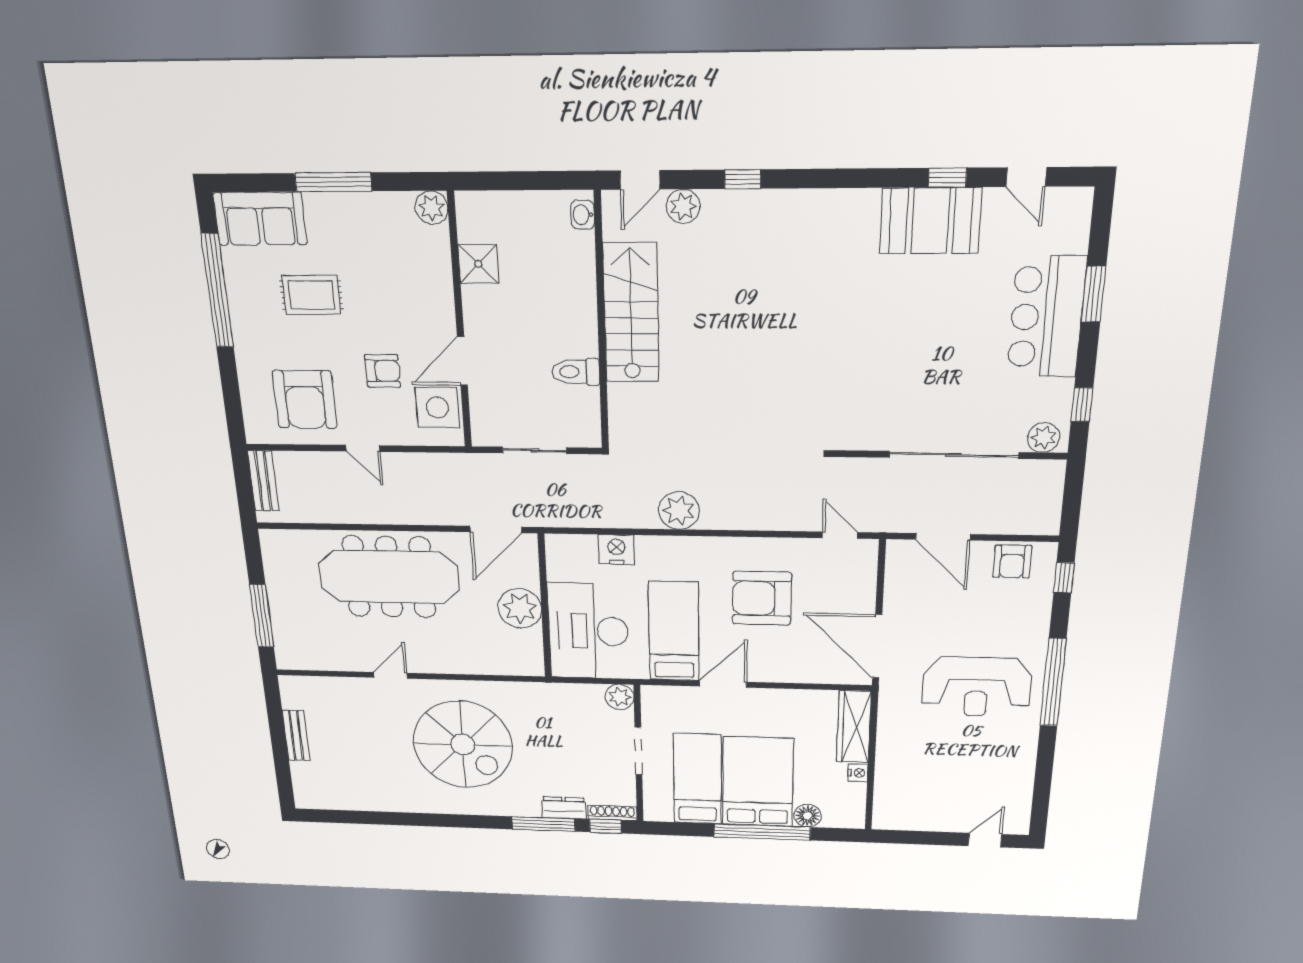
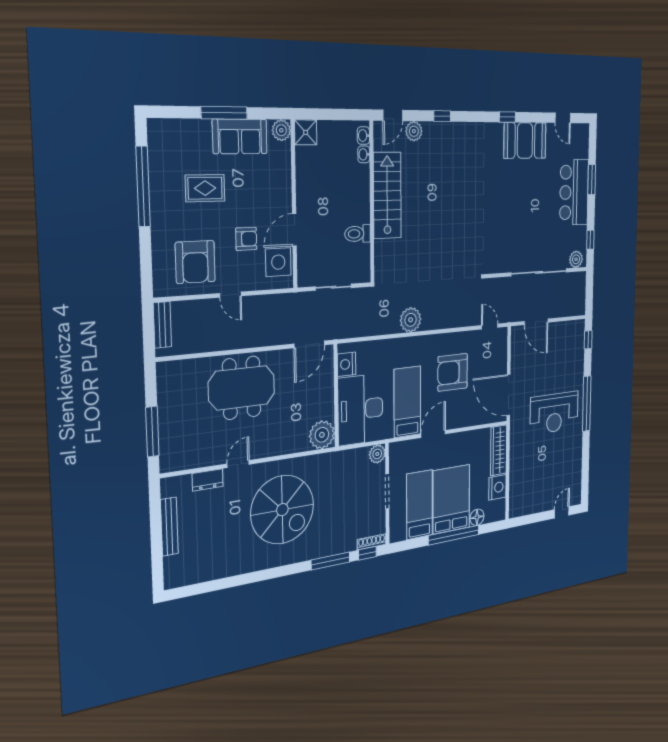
window: (947, 178) -> (507, 117), moved
sofa: (260, 219) -> (240, 136), moved
washbasin: (584, 246) -> (364, 154), added
shower: (478, 264) -> (306, 132), moved
nightstand: (616, 549) -> (347, 364), moved, turned -90
armchair: (1012, 562) -> (566, 333), removed
meeting table: (389, 577) -> (242, 388), width x0.73
plant: (520, 608) -> (322, 435), moved
bench: (296, 735) -> (169, 527), width x1.36
nightstand: (858, 773) -> (497, 487), width x1.89, depth x1.79
dresser: (564, 808) -> (208, 480), moved, turned 180

